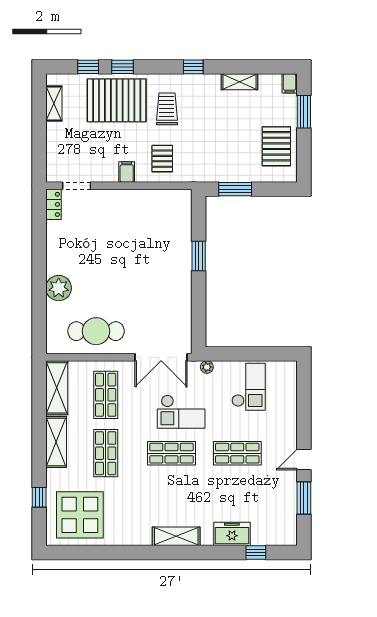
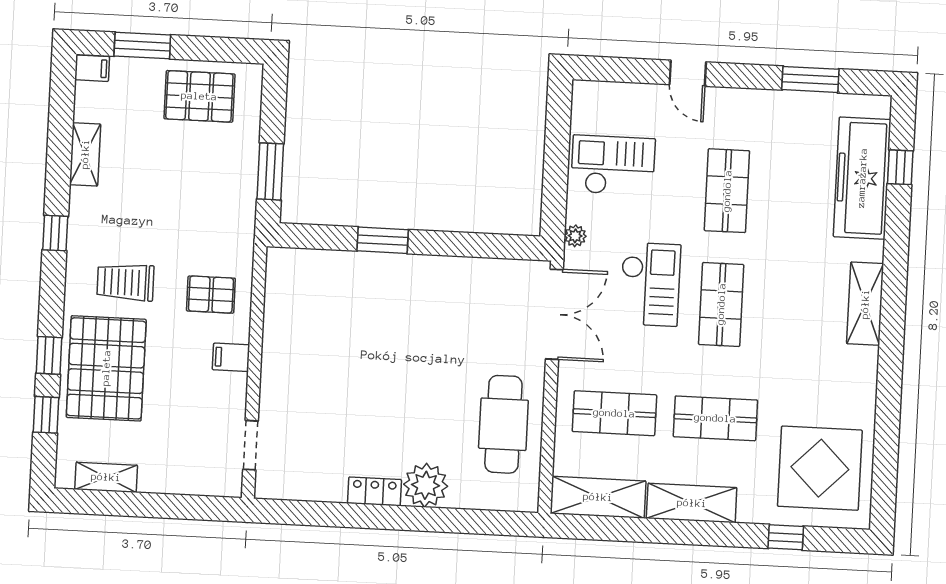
locker: (54, 204) -> (374, 491), moved
door: (304, 459) -> (688, 73), moved
freezer: (232, 534) -> (862, 178), width x1.91, depth x1.26

